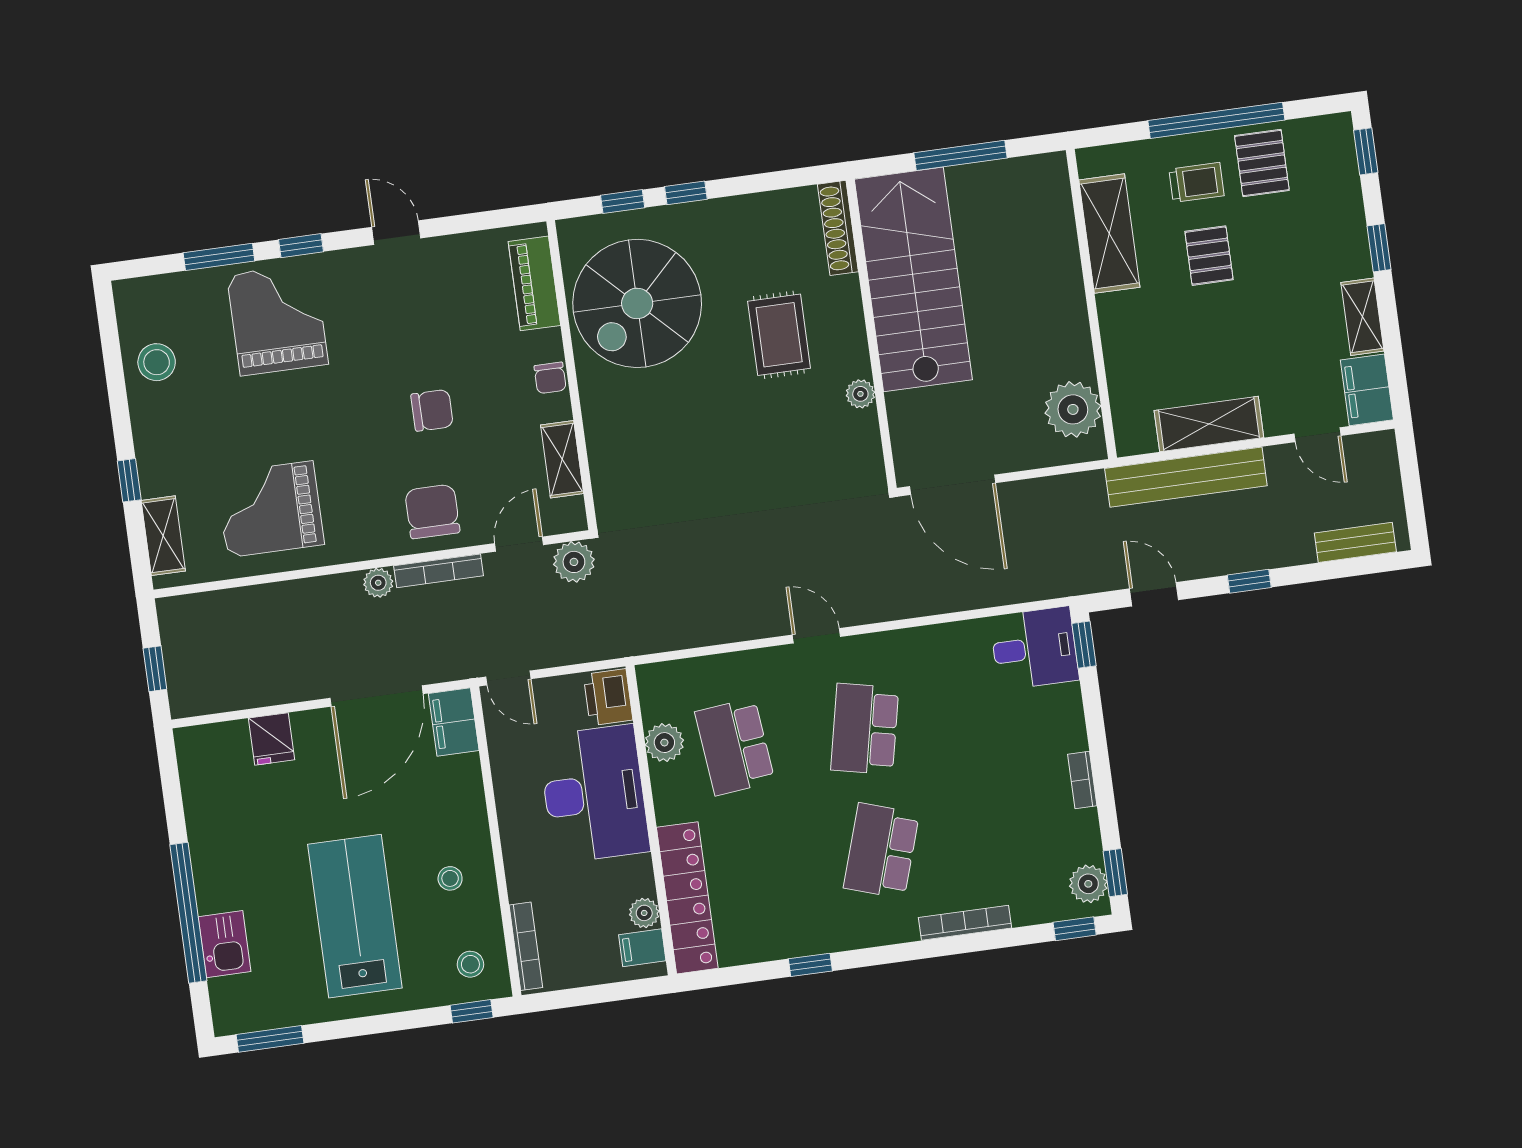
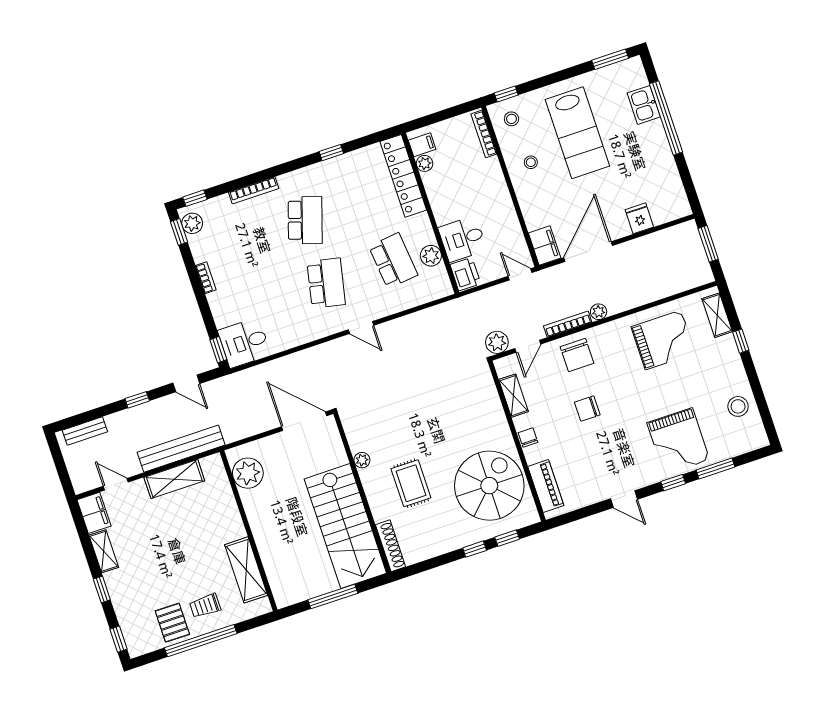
pallet: (1209, 256) -> (191, 568), removed
window: (155, 669) -> (708, 244), width x1.50
desk: (594, 794) -> (462, 239), width x0.53, depth x0.77

